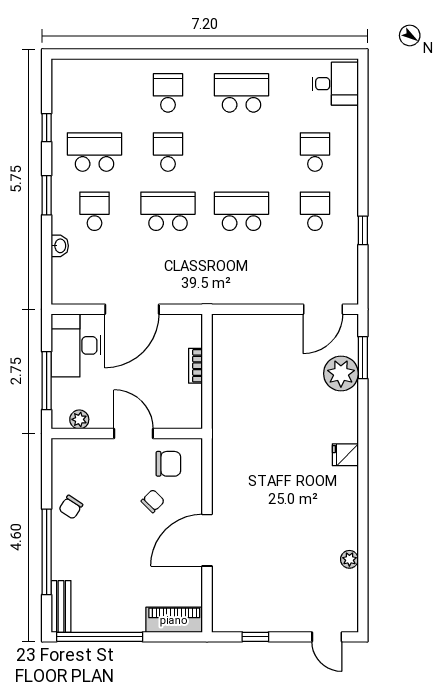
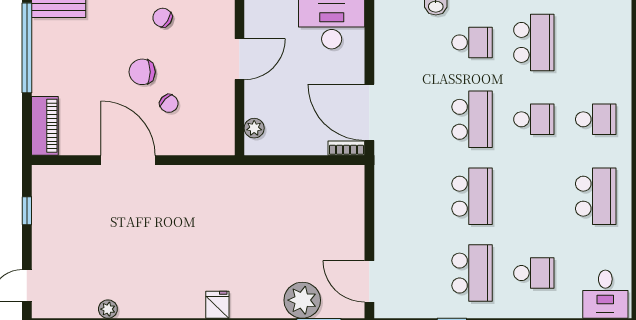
school desk: (315, 211) -> (472, 273), width x1.85
door: (132, 309) -> (369, 112), moved
bookcase: (195, 366) -> (346, 148), moved
plant: (79, 419) -> (254, 128), moved
door: (134, 434) -> (239, 59), moved
chair: (168, 464) -> (142, 72), moved, turned 90

